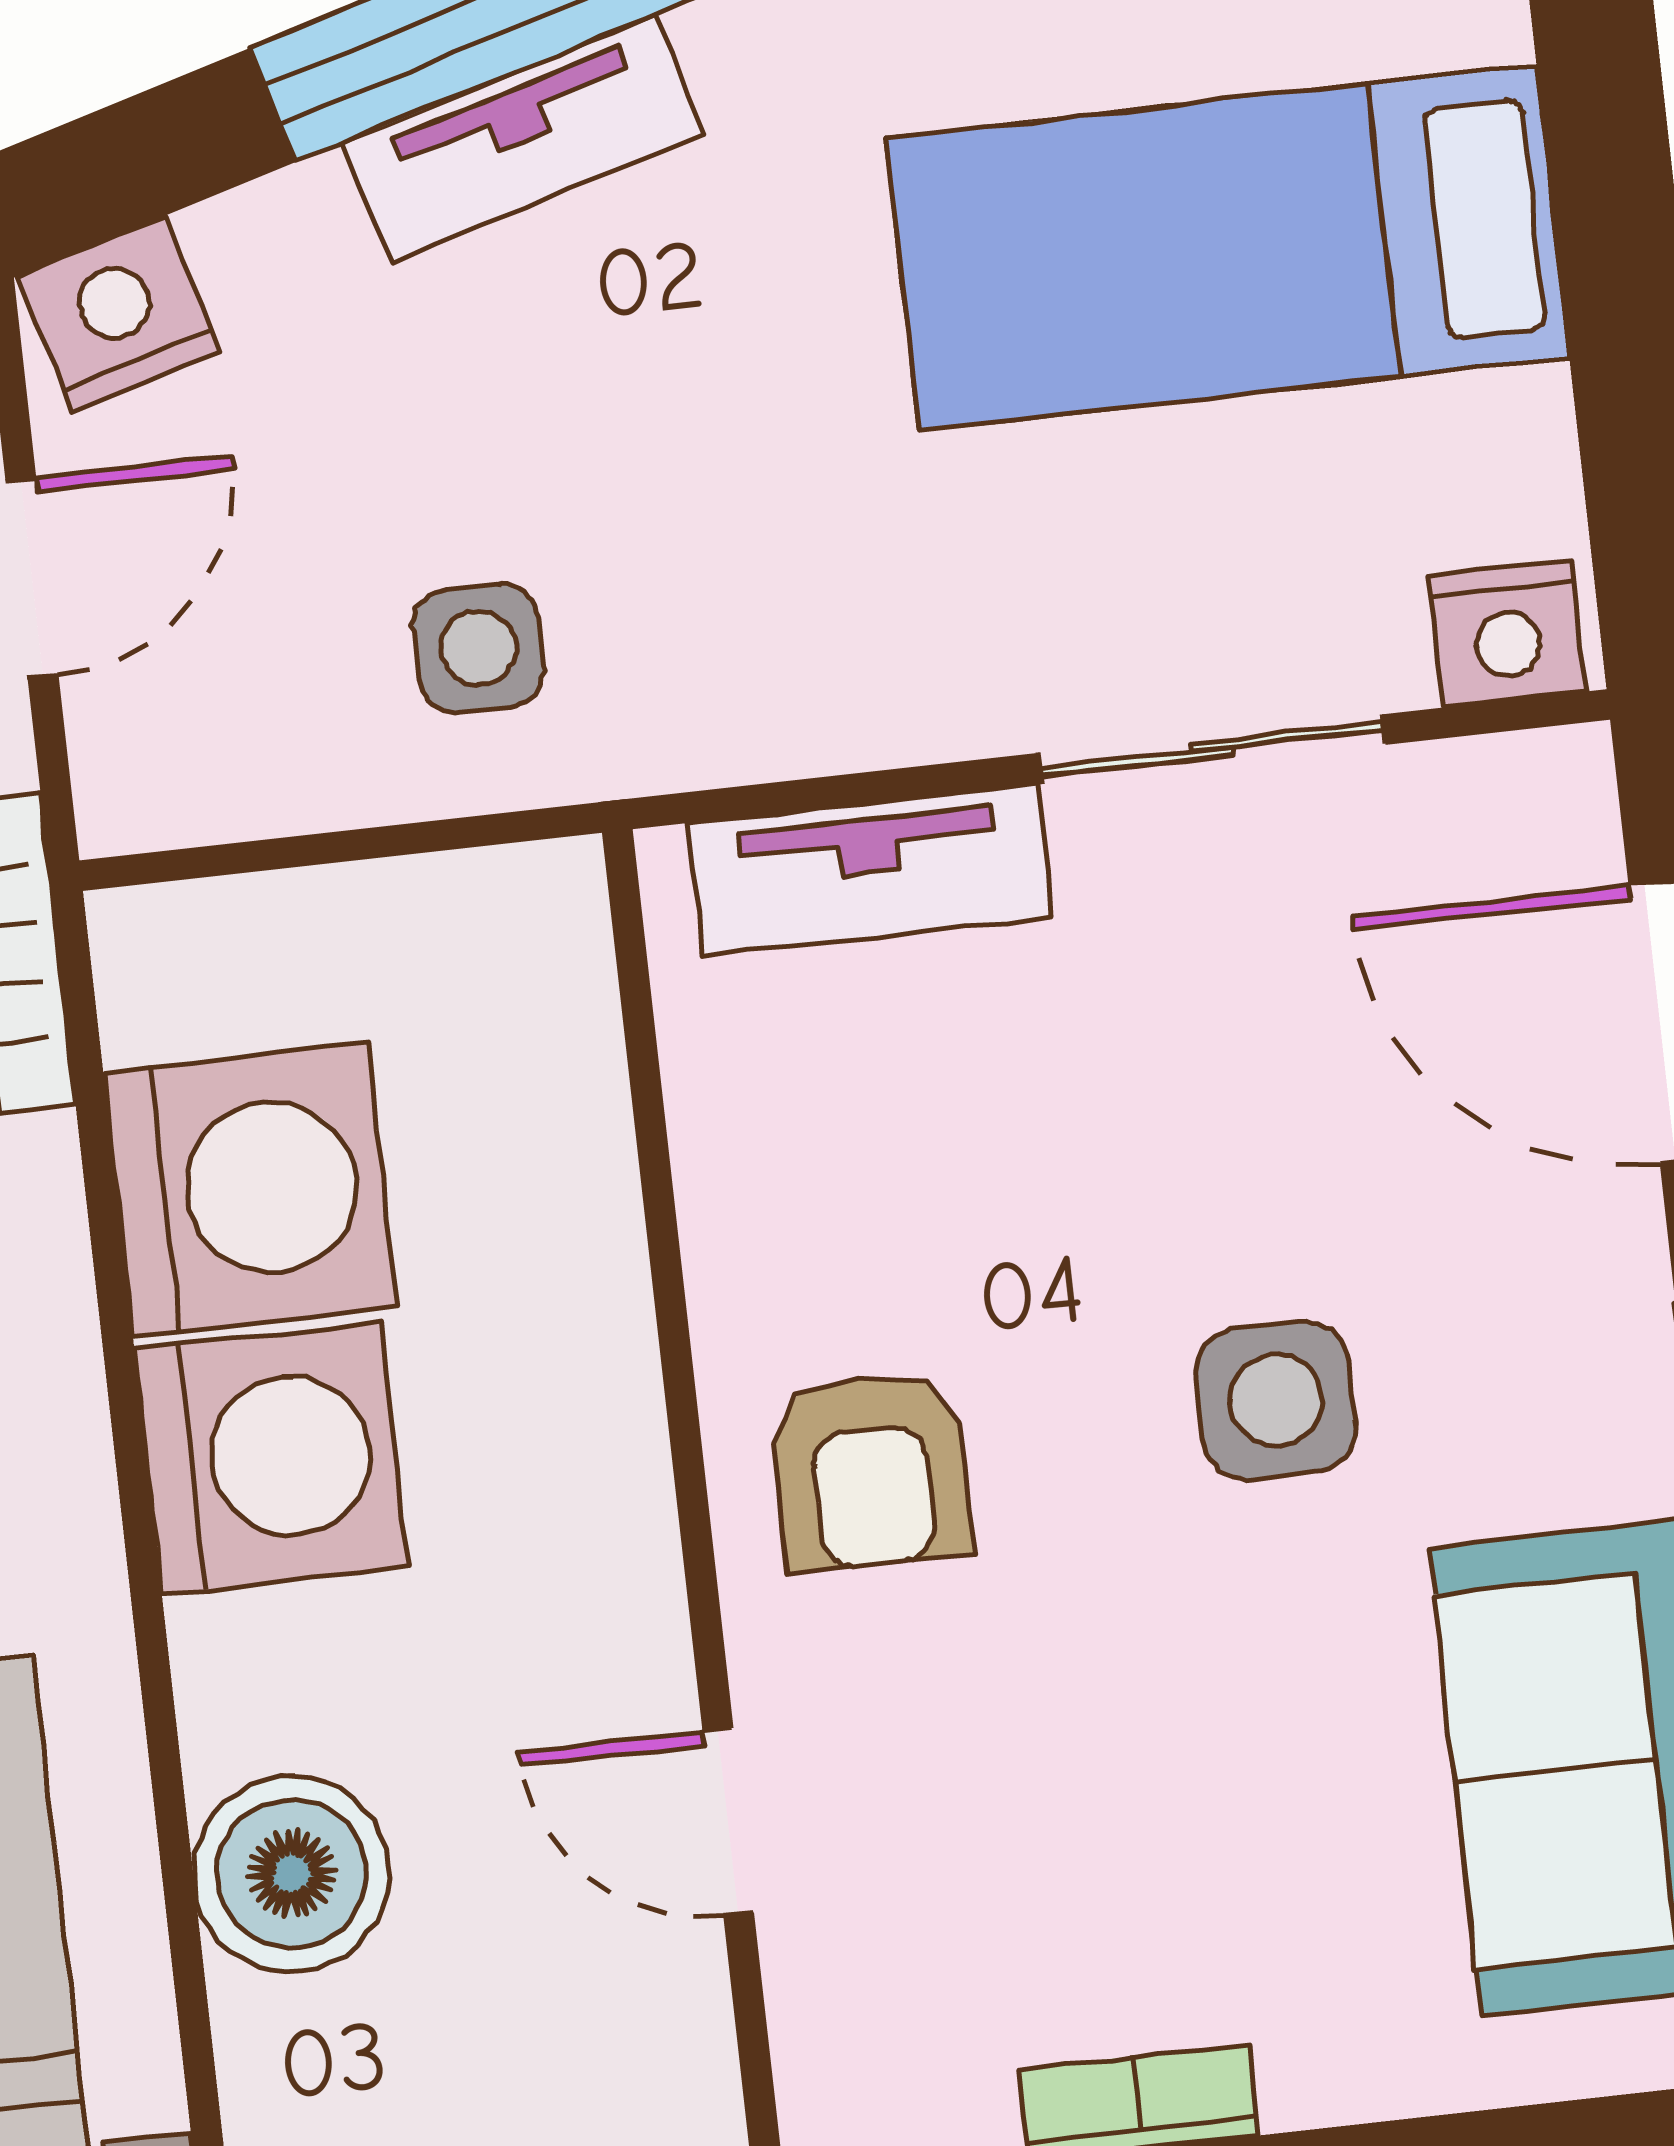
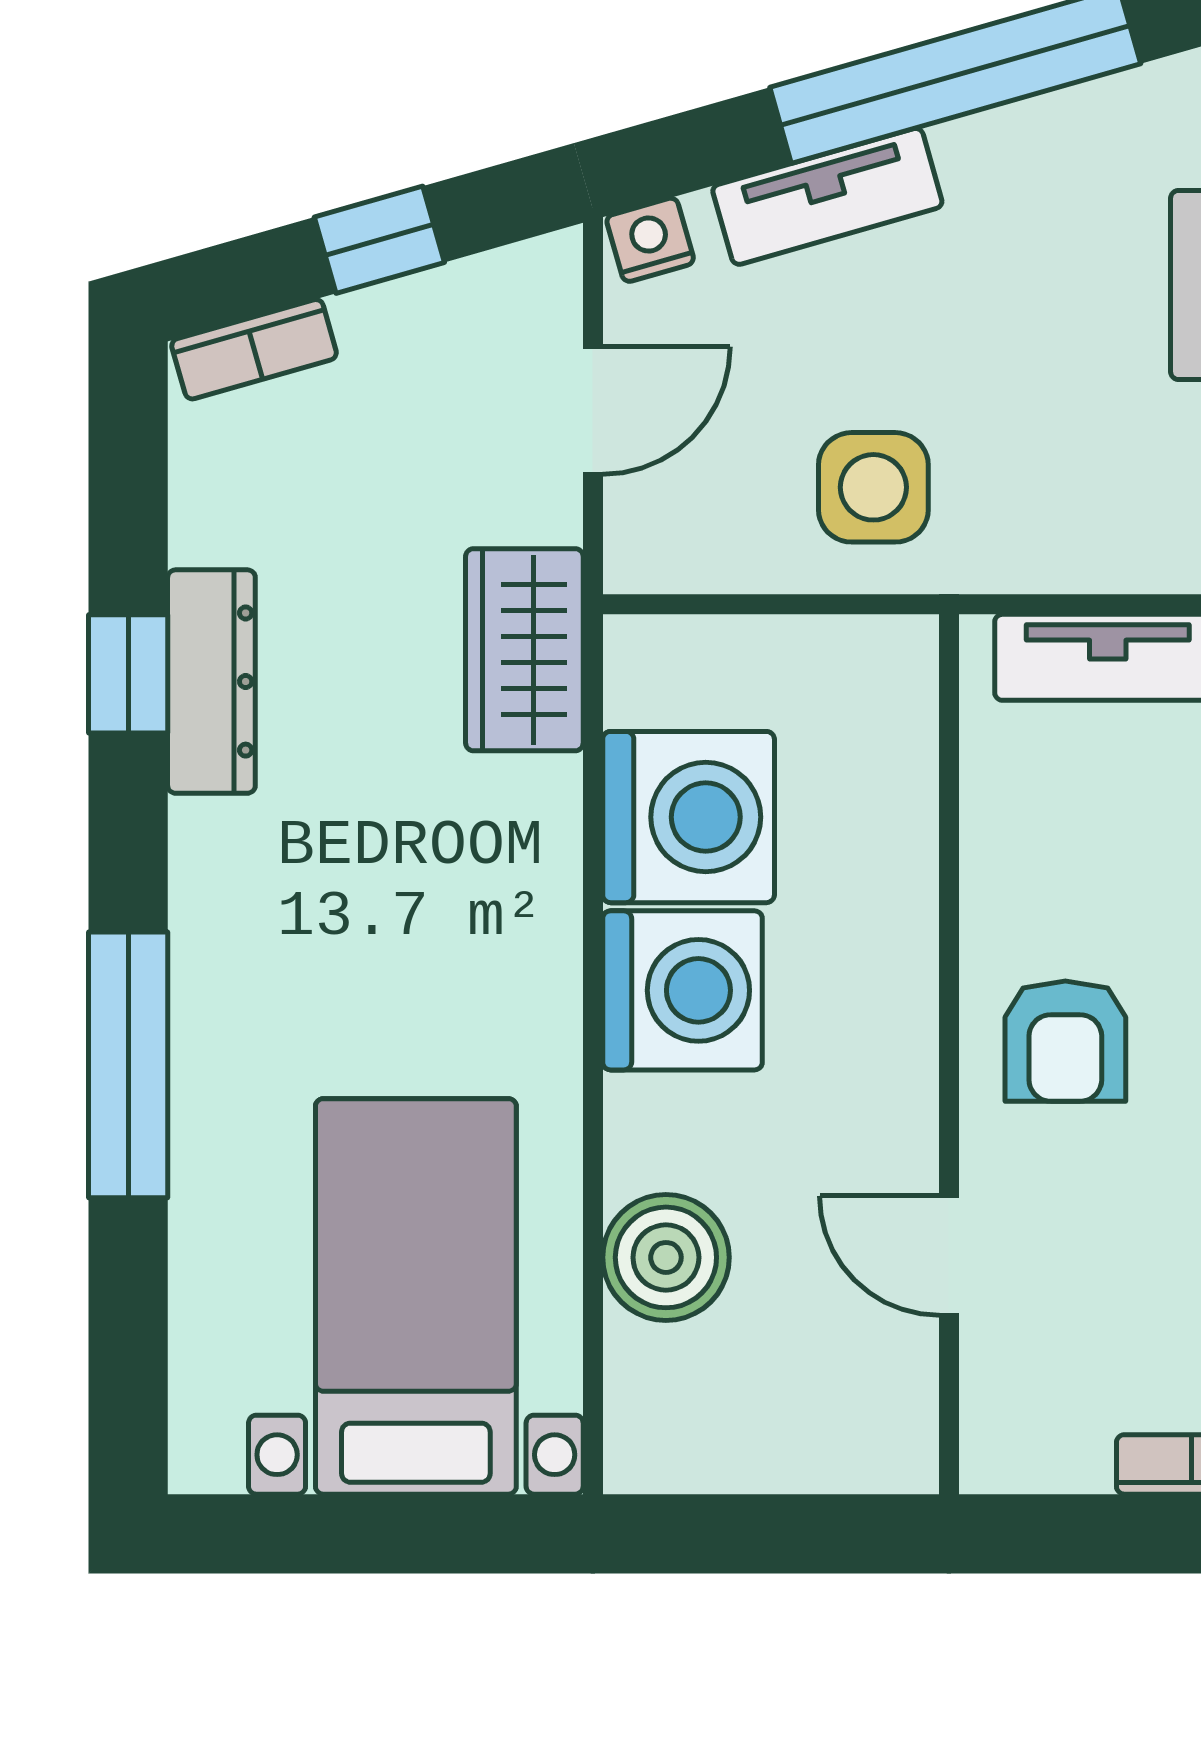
tv unit: (524, 138) -> (827, 196), moved
nightstand: (119, 314) -> (650, 240), width x0.72, depth x0.74
side table: (479, 648) -> (873, 487), width x1.37, depth x1.37

